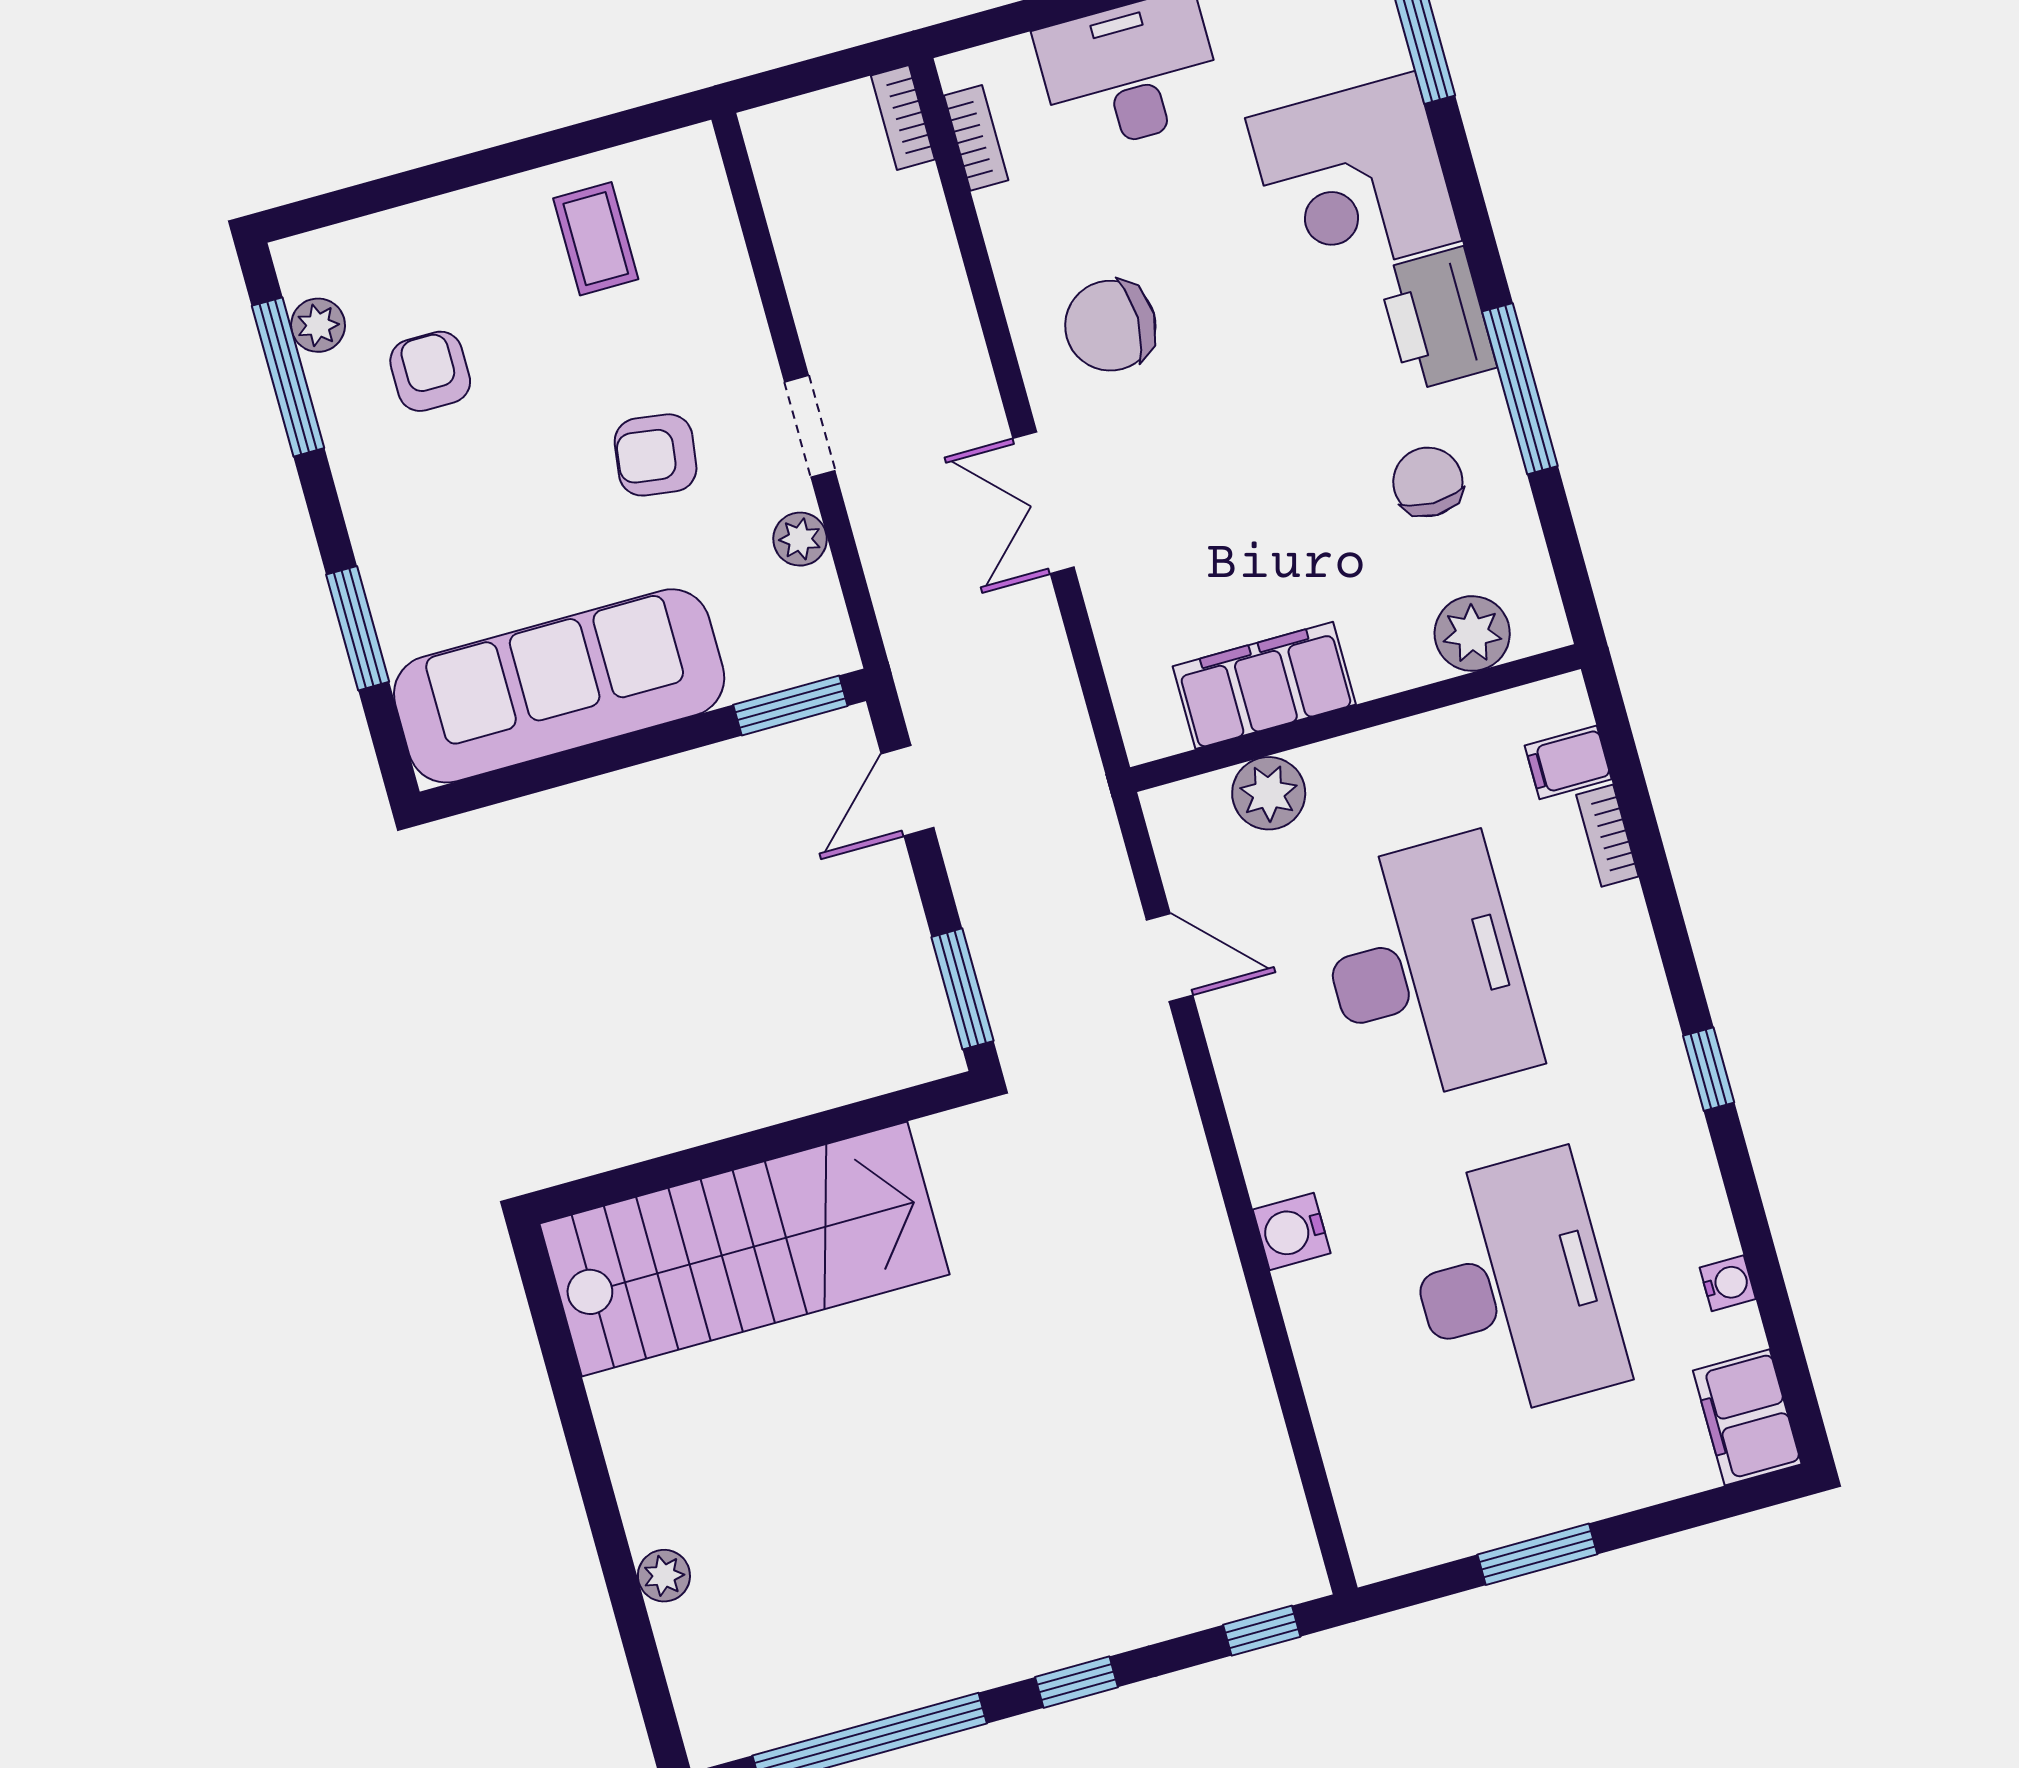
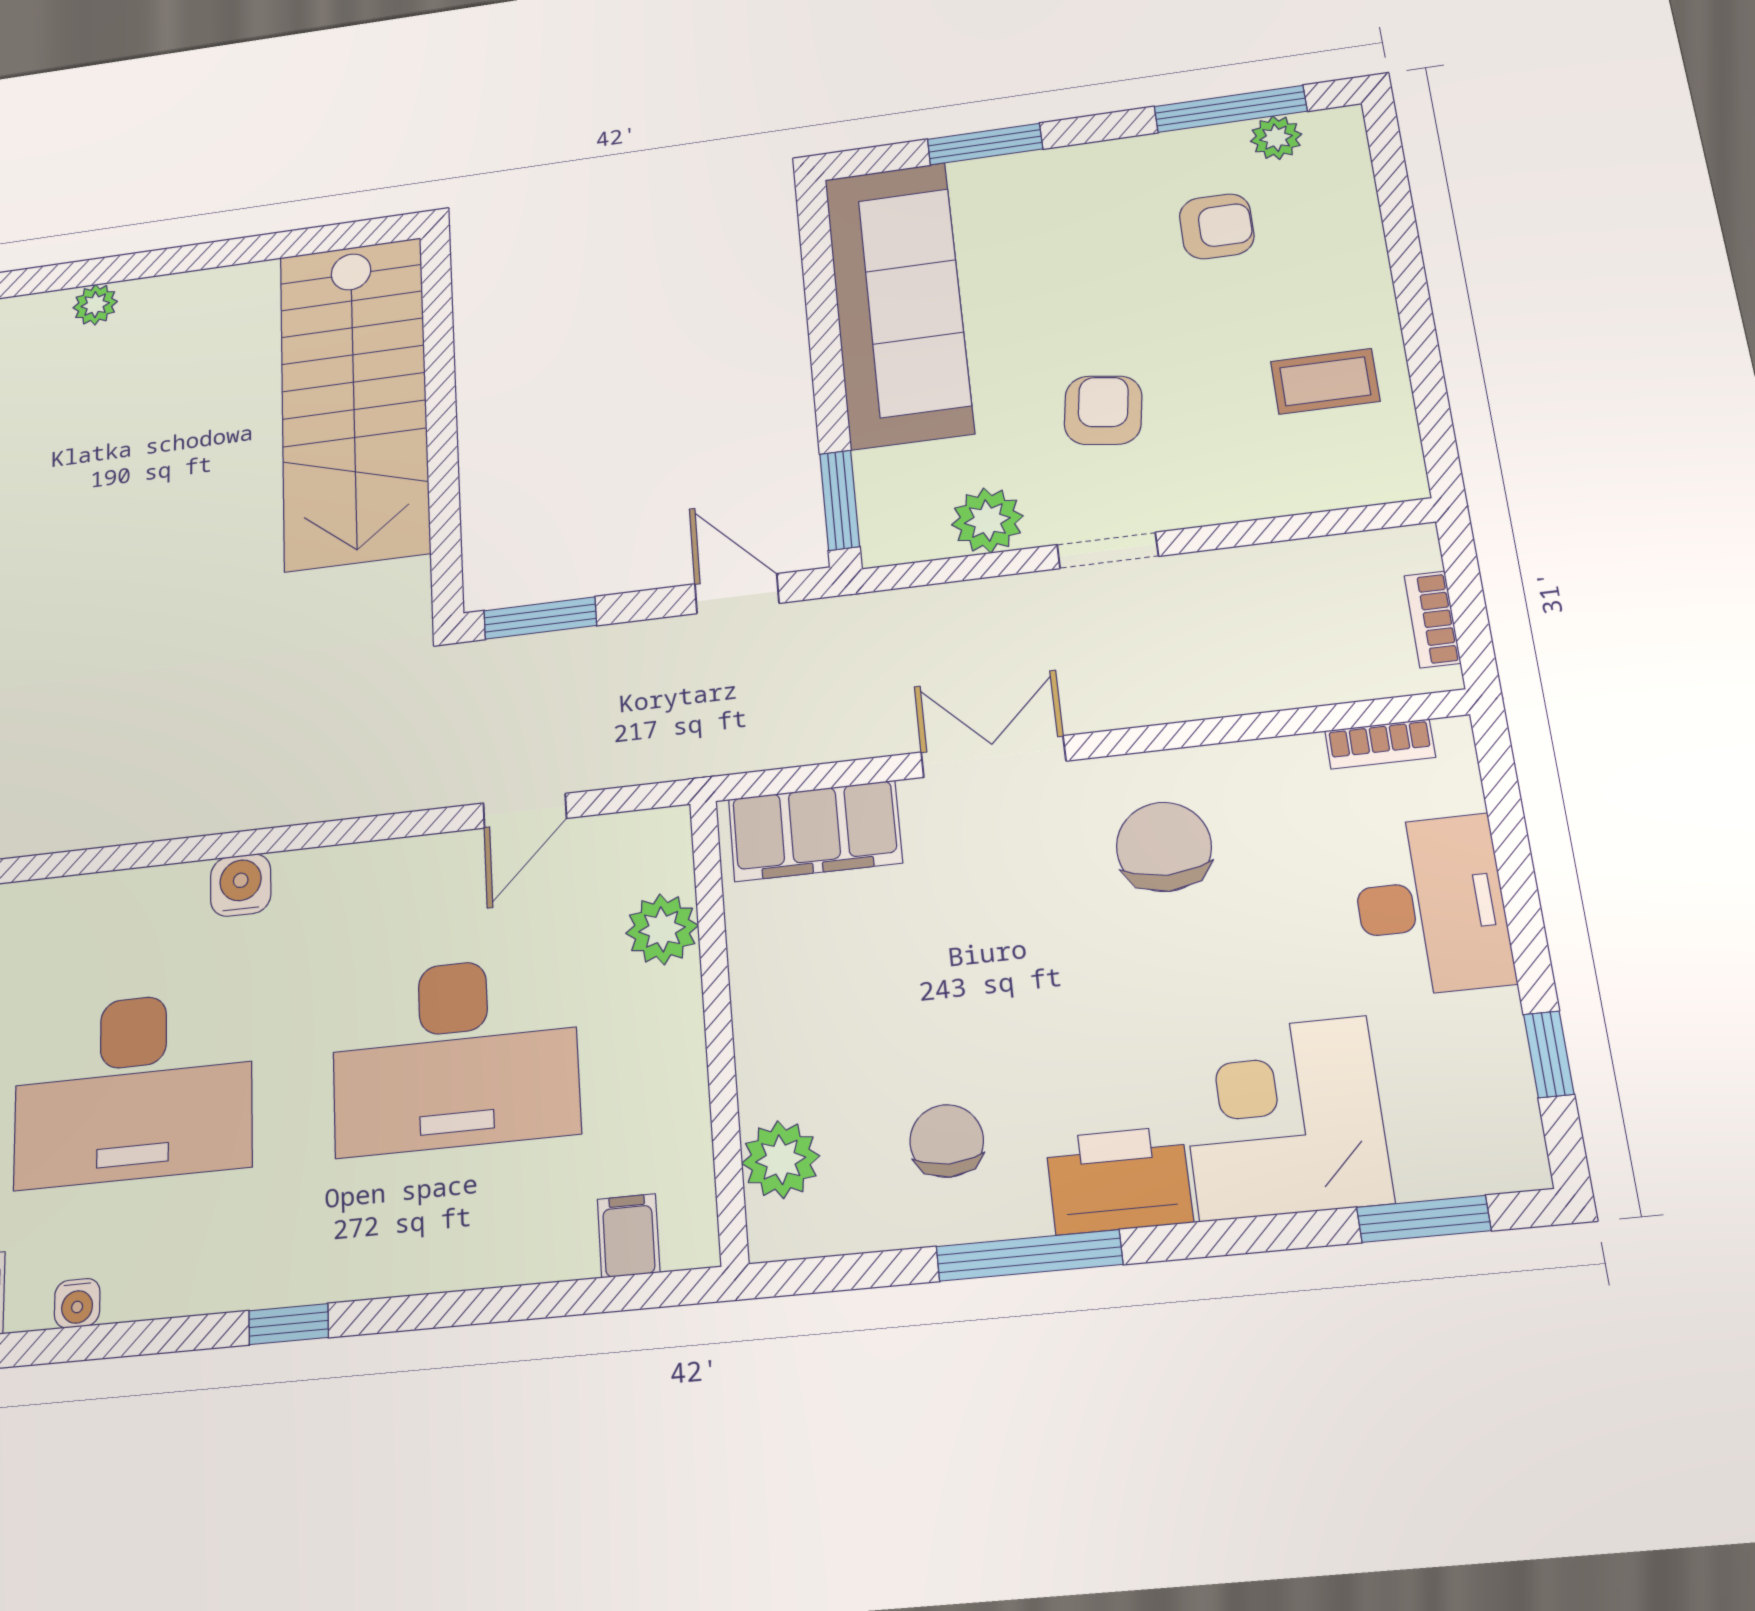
bookcase: (903, 117) -> (1432, 619), moved, turned -90
chair: (1428, 482) -> (947, 1141), turned -90
plant: (800, 539) -> (987, 520), width x1.38, depth x1.38
filing cabinet: (1264, 685) -> (815, 831), moved, turned 90
bookcase: (1607, 836) -> (546, 1263), removed

